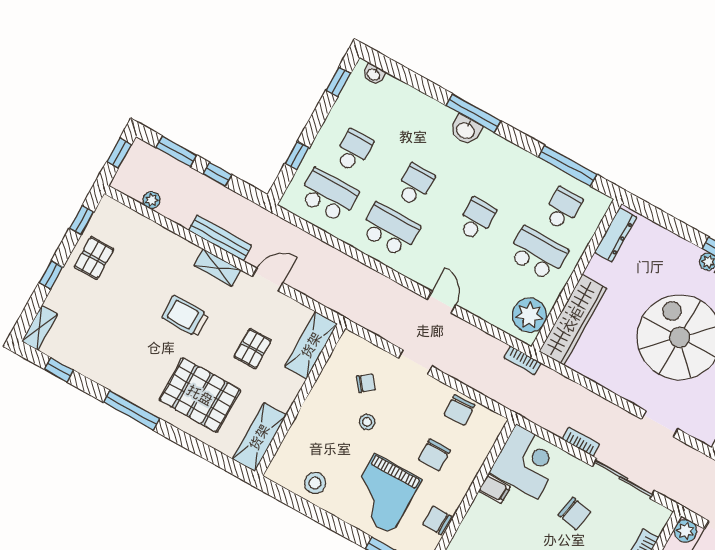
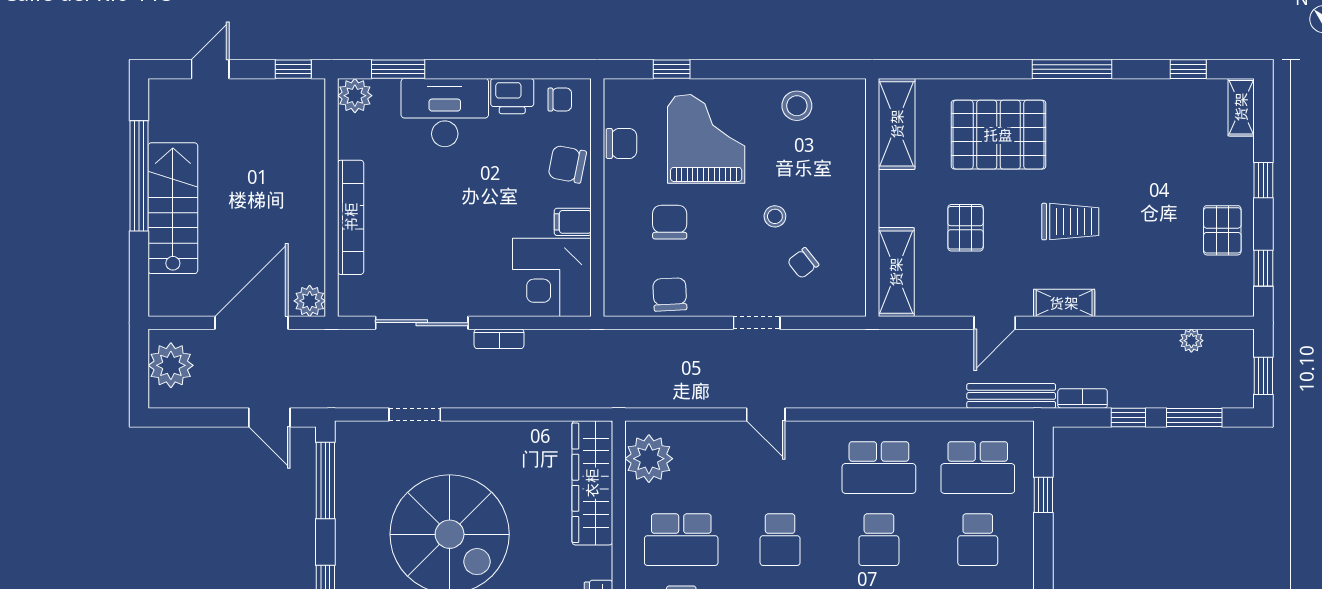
bench: (220, 238) -> (1011, 396), moved
bookcase: (523, 360) -> (1083, 398), moved
chair: (574, 513) -> (567, 164), moved

